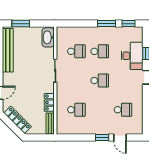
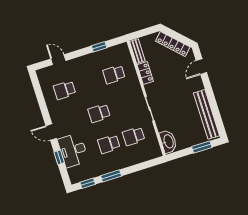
window: (102, 138) -> (99, 47), moved

